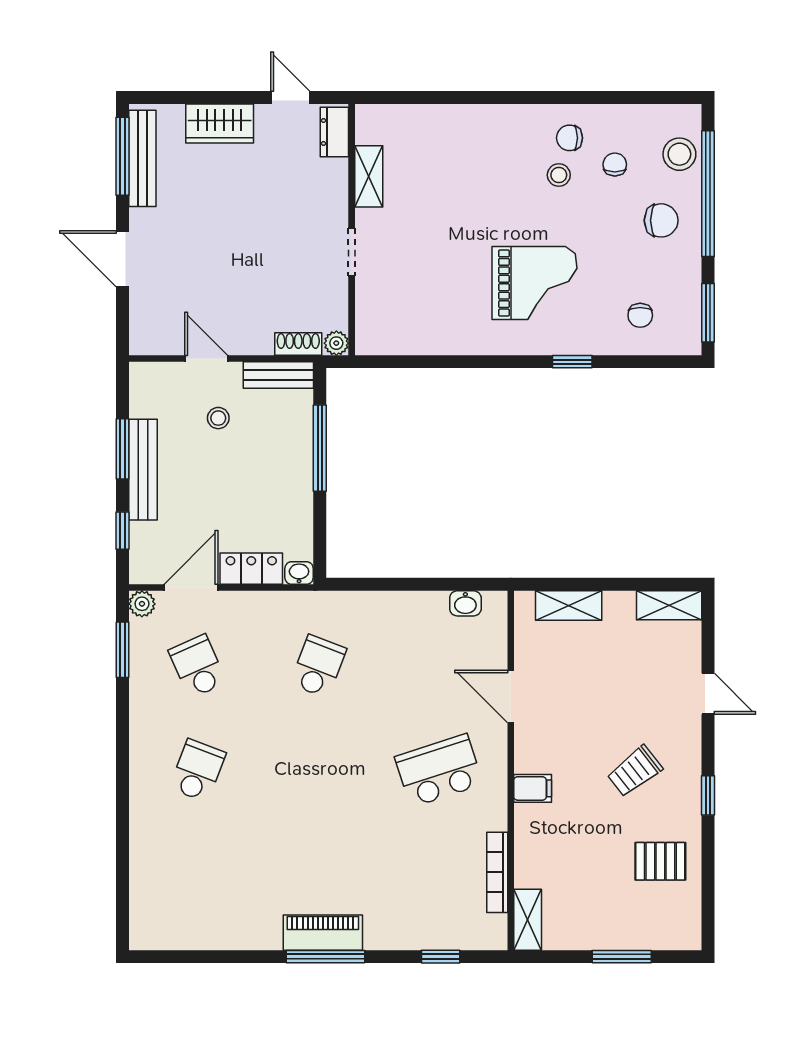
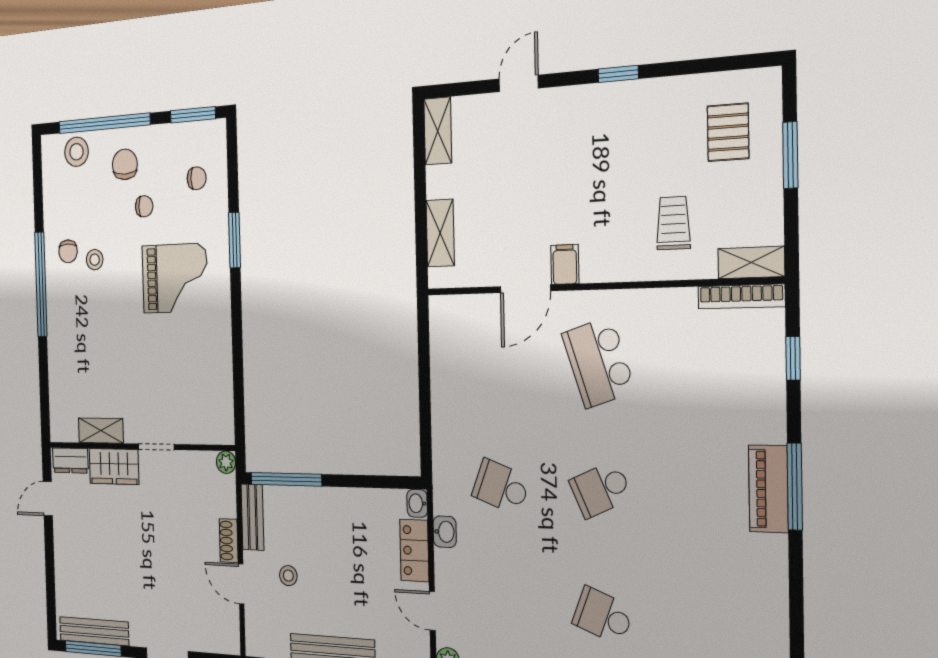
window: (534, 98) -> (41, 284), added
wardrobe: (220, 123) -> (114, 466), moved, turned 90
chair: (615, 165) -> (144, 206), moved, turned 180
grand piano: (535, 283) -> (175, 278), turned 90
shoe rack: (298, 344) -> (229, 541), moved
door: (206, 358) -> (241, 584), hinge flipped
window: (572, 362) -> (235, 240), width x1.50
window: (320, 448) -> (286, 479), moved
door: (191, 588) -> (432, 611), width x0.73
washbasin: (465, 603) -> (445, 532), moved
school desk: (198, 666) -> (601, 489), moved
trolley: (635, 771) -> (673, 223), moved, turned -142
filing cabinet: (533, 788) -> (565, 264), moved
pallet: (660, 861) -> (728, 132), moved
bookcase: (497, 872) -> (741, 297), moved

